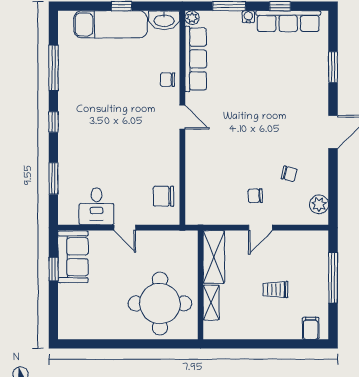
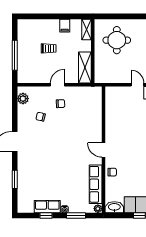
row of seats: (288, 21) -> (47, 207), width x0.68
chair: (164, 196) -> (115, 103), removed
round table: (160, 303) -> (117, 40), width x0.73, depth x0.73
shelving: (211, 303) -> (87, 29), moved
filing cabinet: (311, 328) -> (65, 26), moved

